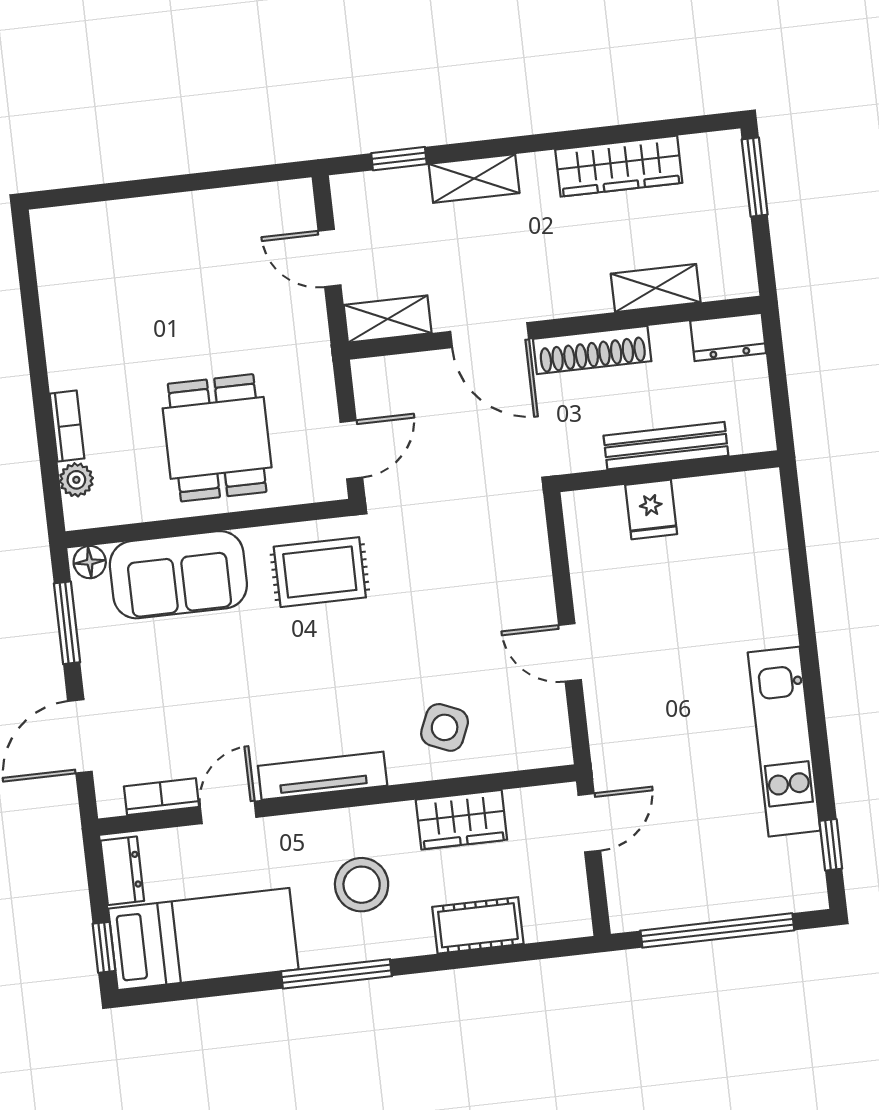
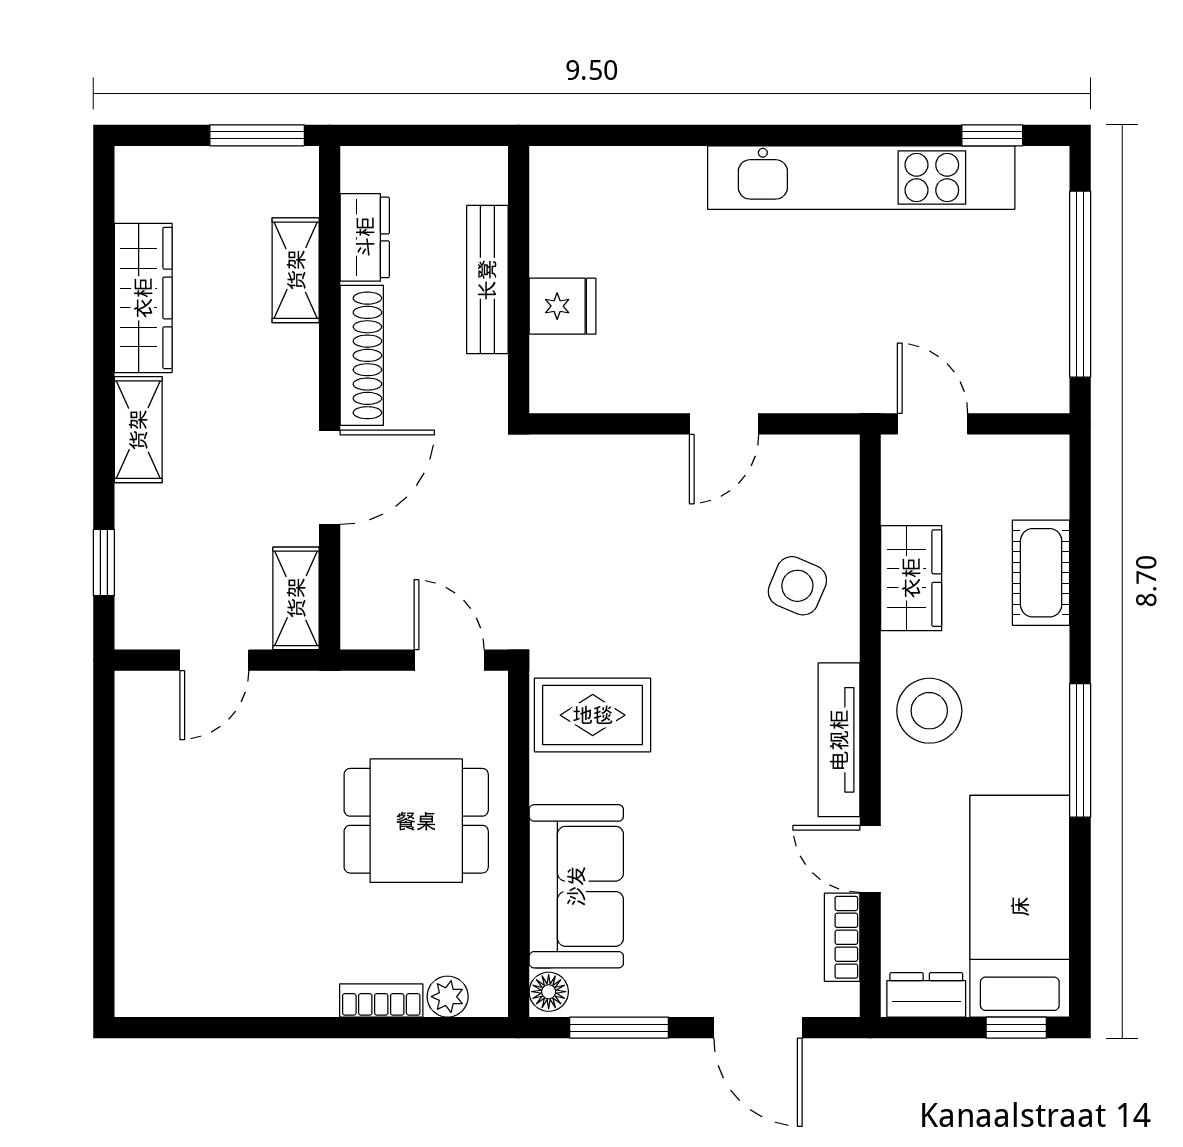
window: (755, 177) -> (257, 135), moved
shelving: (474, 179) -> (138, 430), moved
dresser: (728, 337) -> (365, 237), moved
rug: (320, 572) -> (593, 715), turned 90
kitchen unit: (784, 742) -> (861, 178), width x1.36
stool: (362, 885) -> (929, 711), moved

